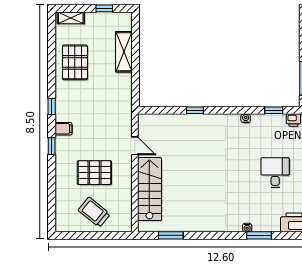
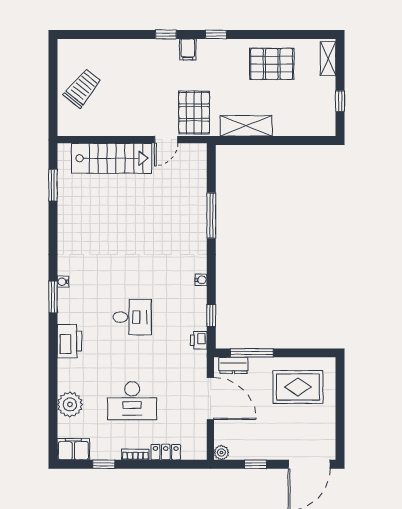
shelving: (124, 52) -> (246, 126), moved
window: (195, 110) -> (211, 216), width x2.17
pallet: (94, 173) -> (194, 113), moved

